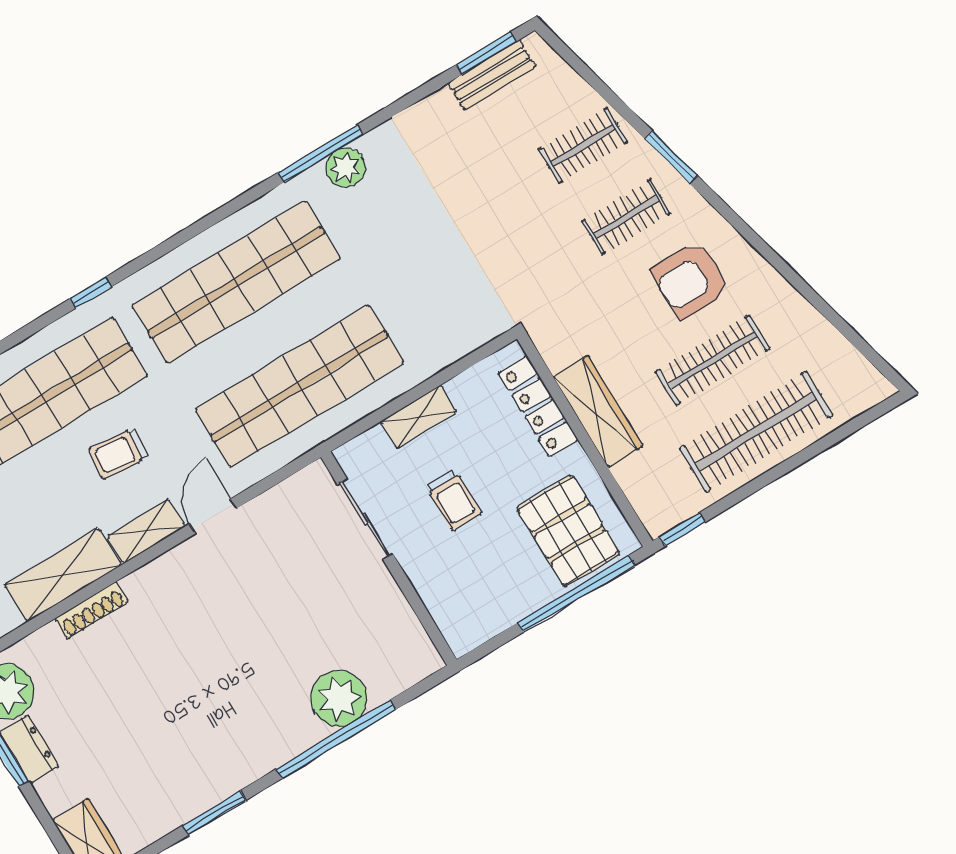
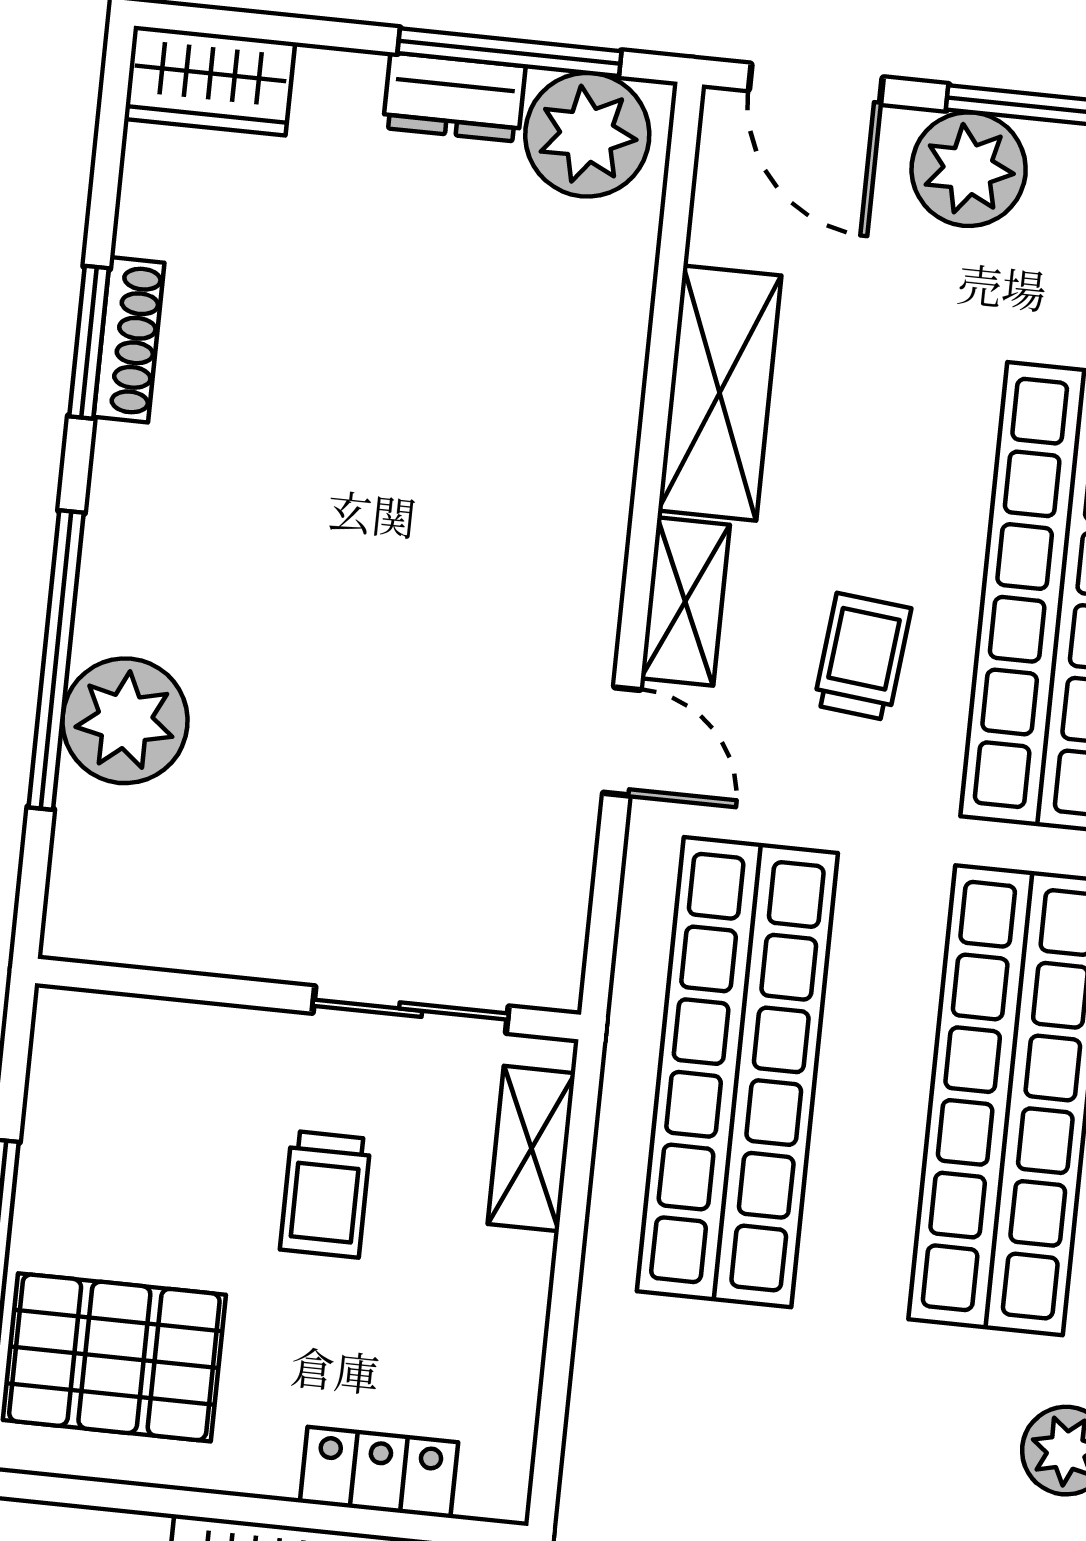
locker: (538, 406) -> (379, 1472), width x0.66
shelving: (419, 417) -> (531, 1149), moved
trolley: (454, 500) -> (325, 1194), turned -90
shoe rack: (92, 610) -> (129, 340), moved, turned 180

